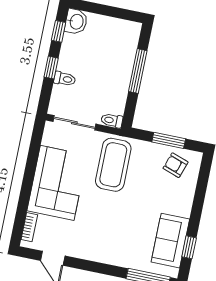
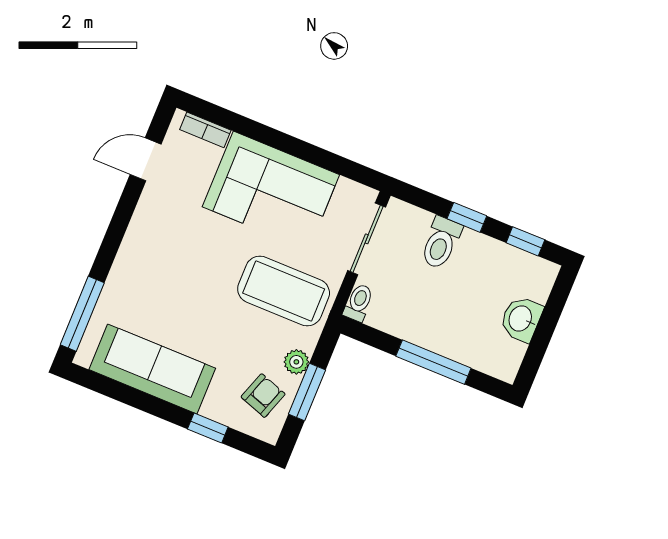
washbasin: (76, 22) -> (521, 319), moved, turned 90
toilet: (65, 79) -> (441, 243), width x1.37, depth x1.39
plant: (153, 150) -> (296, 362), added
sofa: (170, 241) -> (152, 369), width x1.36
window: (189, 247) -> (208, 428), moved

